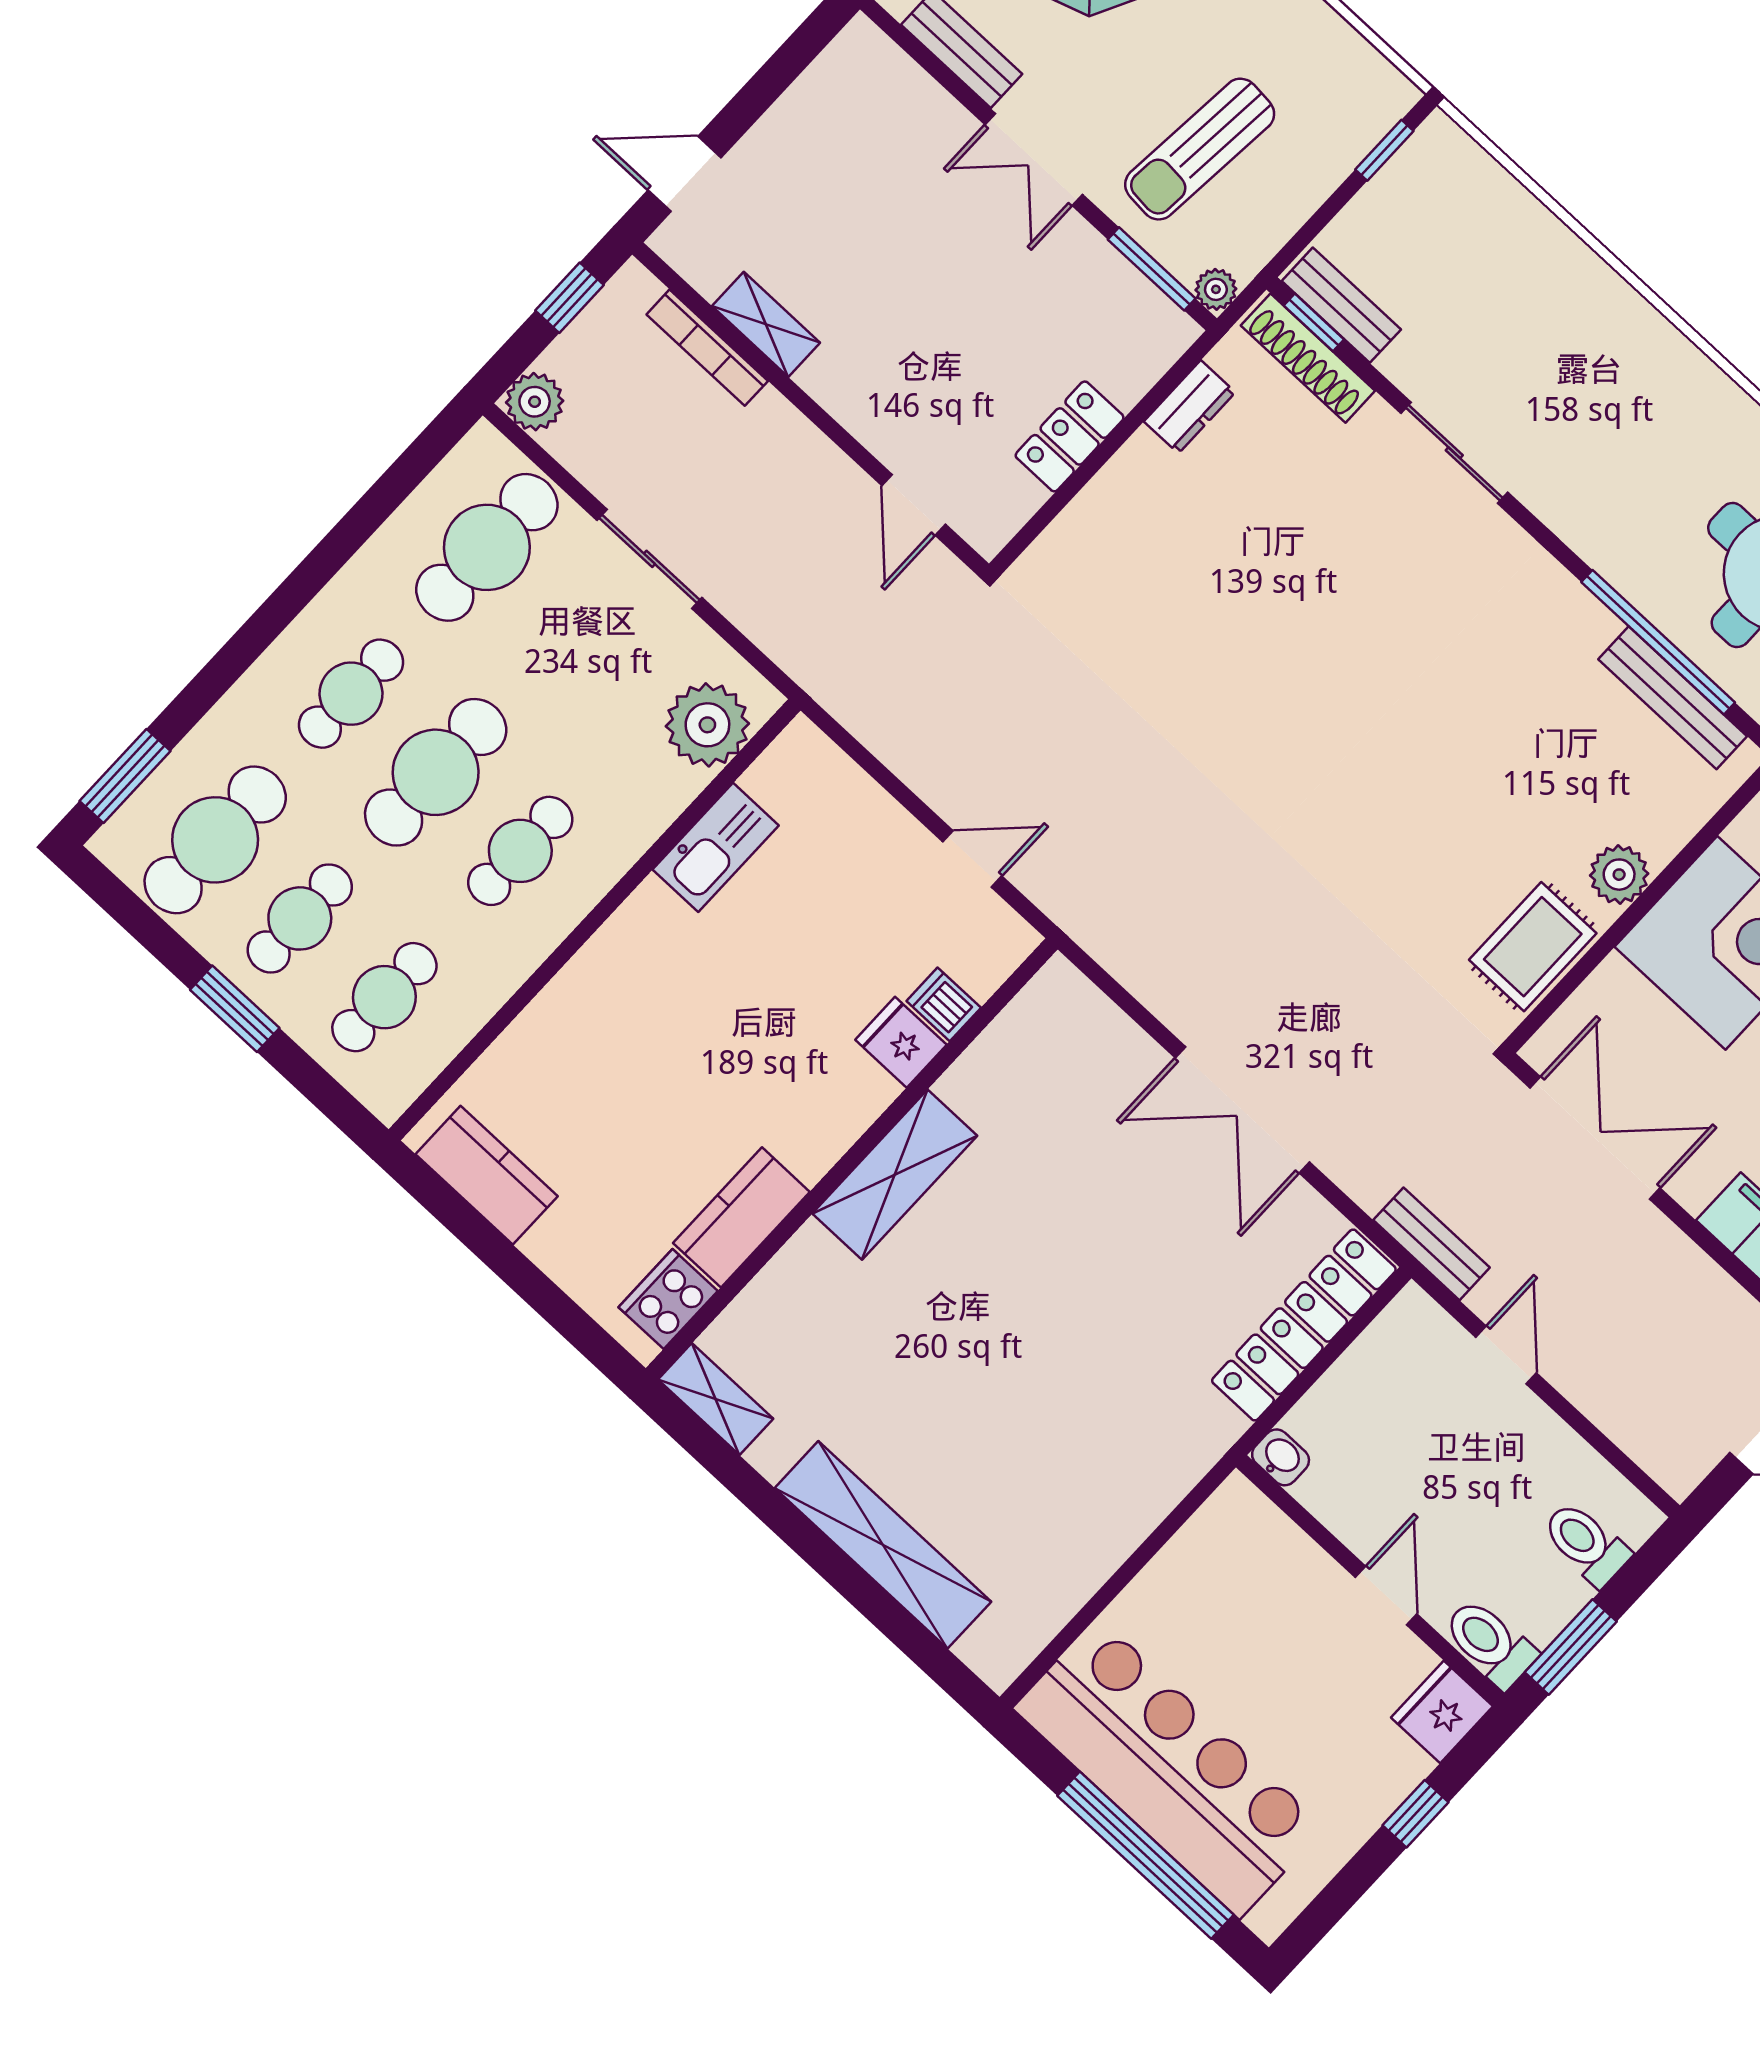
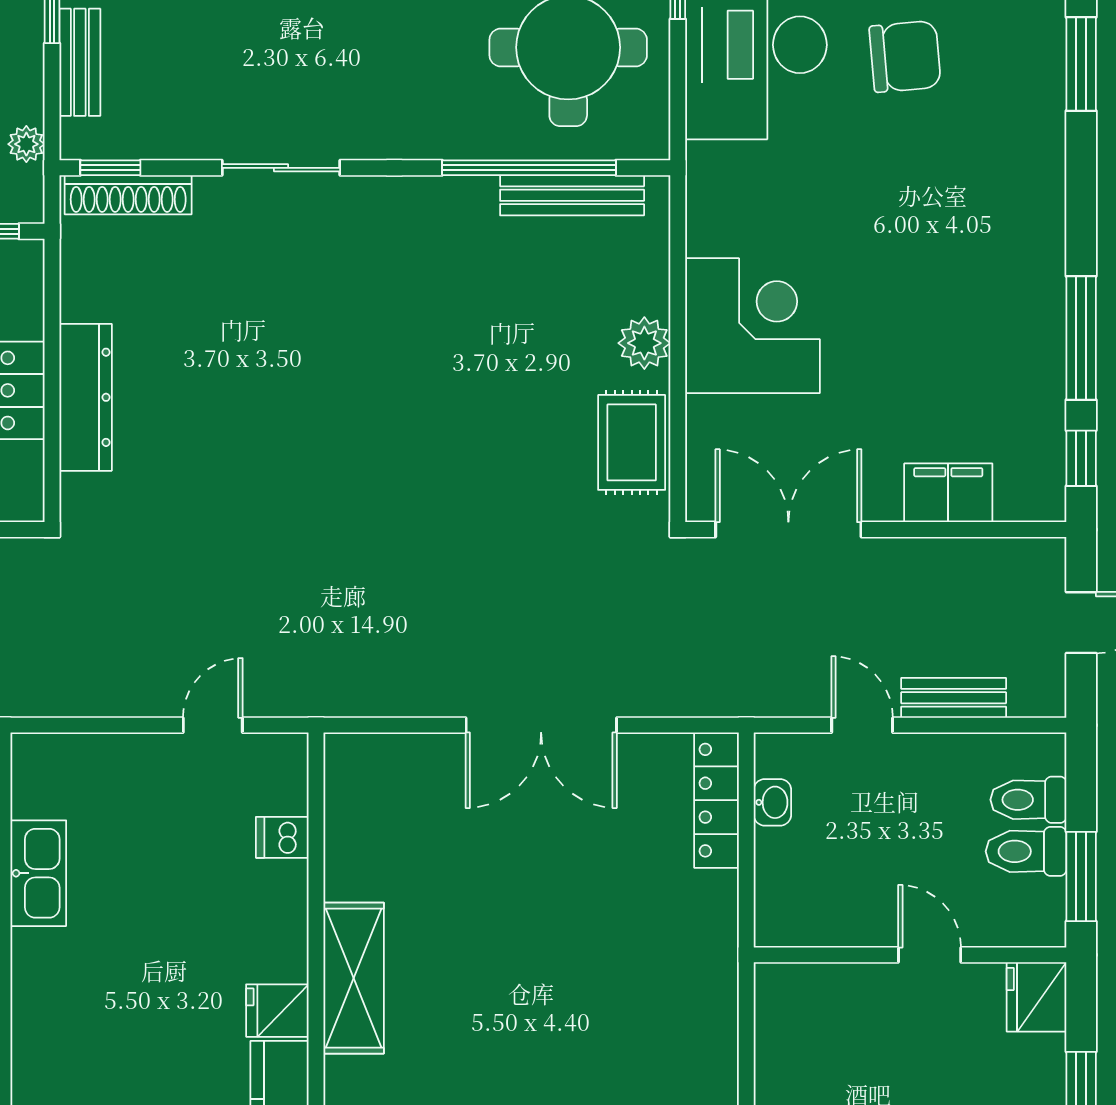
plant: (1216, 289) -> (26, 144), moved
bench: (1341, 305) -> (80, 62), moved, turned 90
dresser: (1190, 407) -> (86, 397), moved, width x1.96, depth x1.24
fridge: (901, 1042) -> (277, 1011), moved
bench: (1431, 1244) -> (954, 698), moved
locker: (1304, 1325) -> (717, 800), width x0.71, depth x0.83
washbasin: (1281, 1457) -> (772, 802), moved, turned 90
toilet: (1490, 1643) -> (1026, 851), moved

